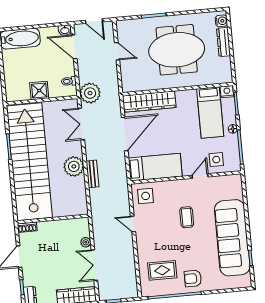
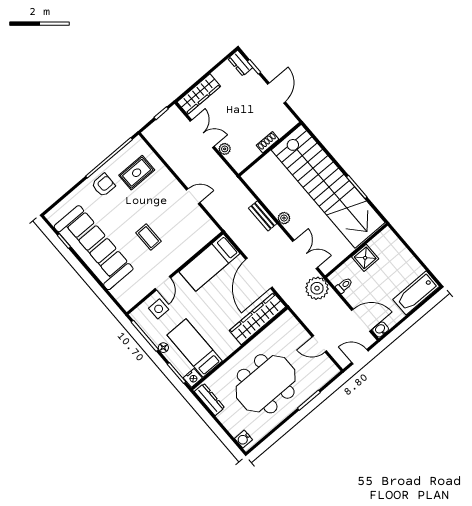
dresser: (224, 42) -> (209, 400), moved
plant: (74, 166) -> (284, 218), width x0.53, depth x0.53
side table: (146, 196) -> (200, 230), removed
shoe rack: (27, 227) -> (268, 142), moved

